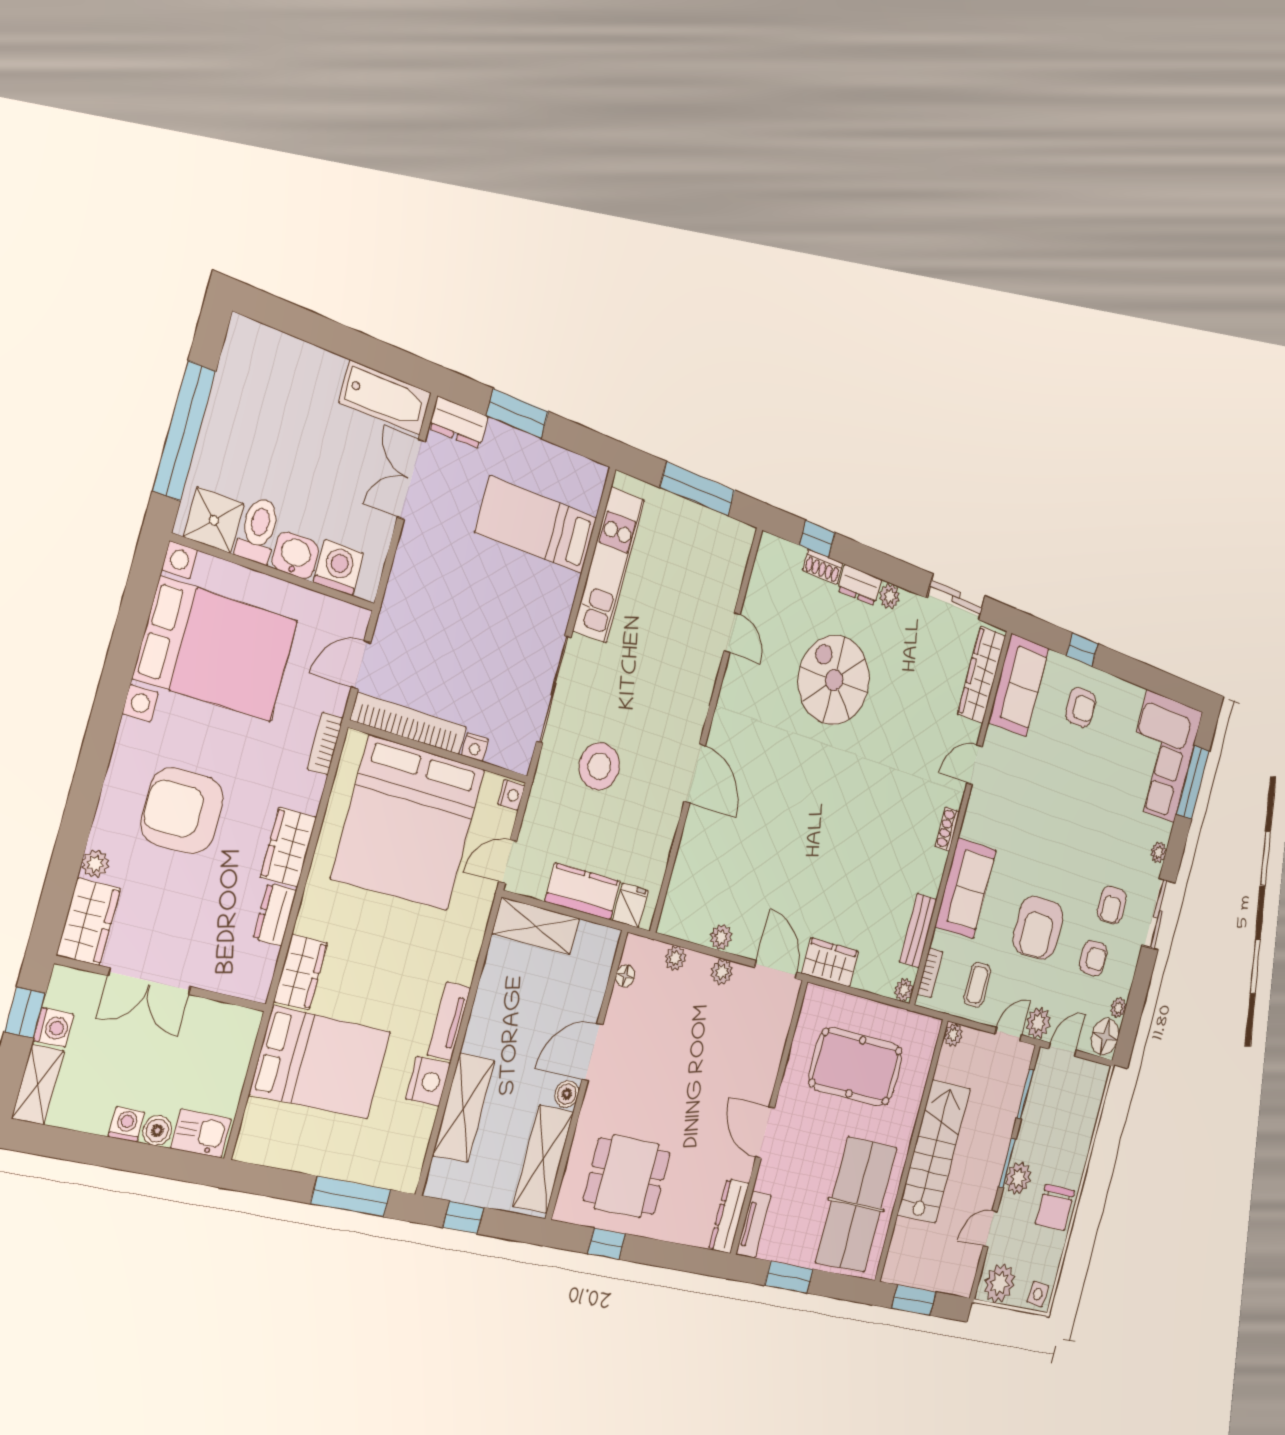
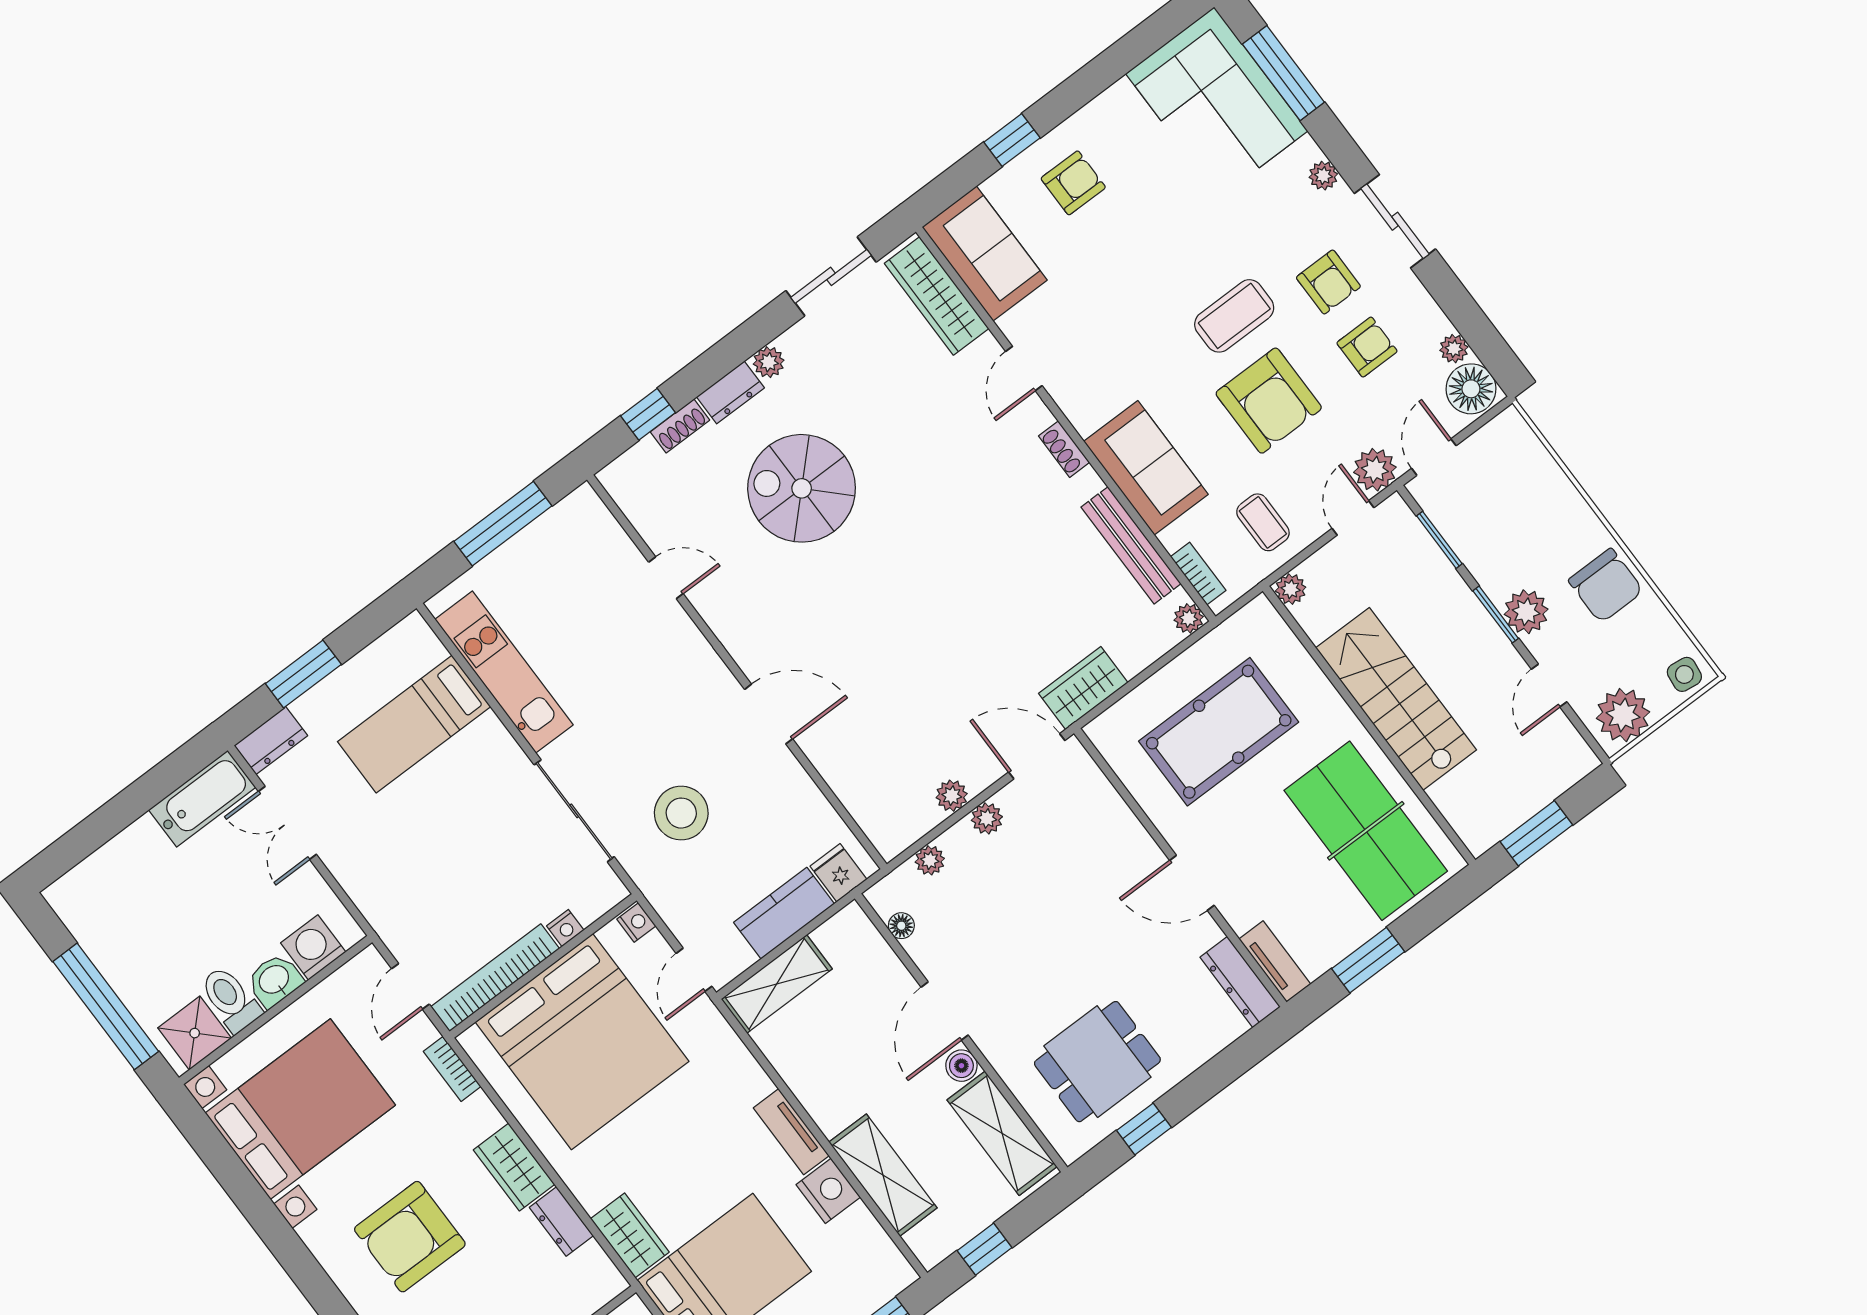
coffee table: (1067, 867) -> (1234, 316), added
bench: (918, 931) -> (1131, 545), width x1.36

